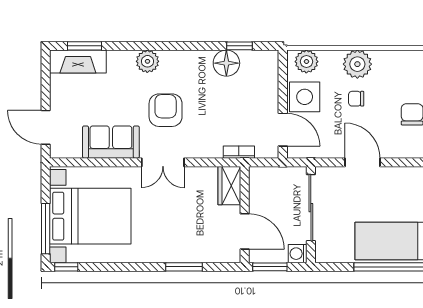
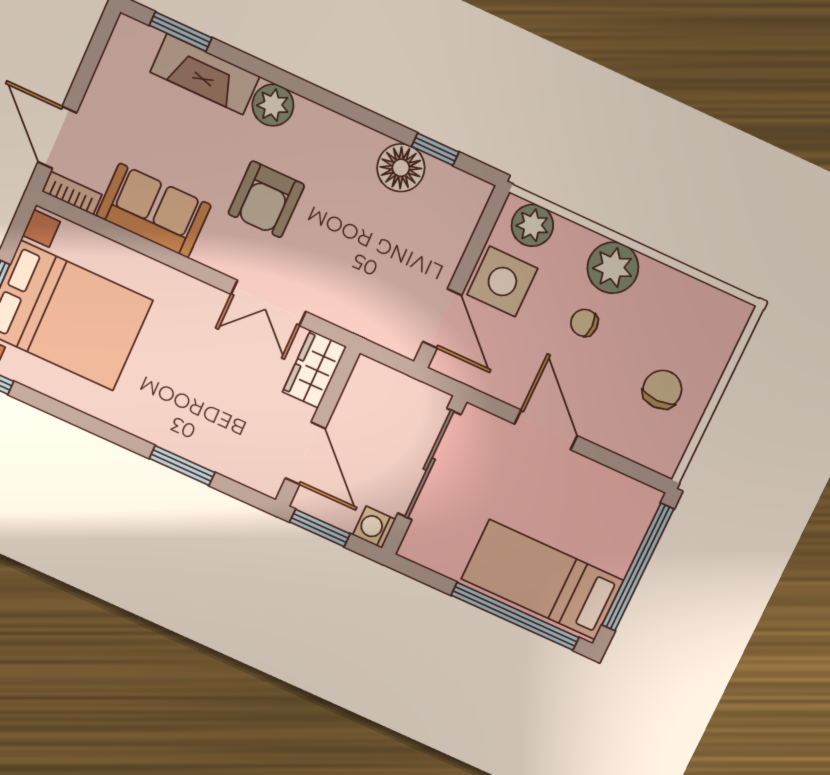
fireplace: (78, 62) -> (205, 74), moved
armchair: (166, 110) -> (266, 199), turned 180
bookcase: (239, 152) -> (72, 193), moved
double door: (163, 162) -> (268, 303), moved

